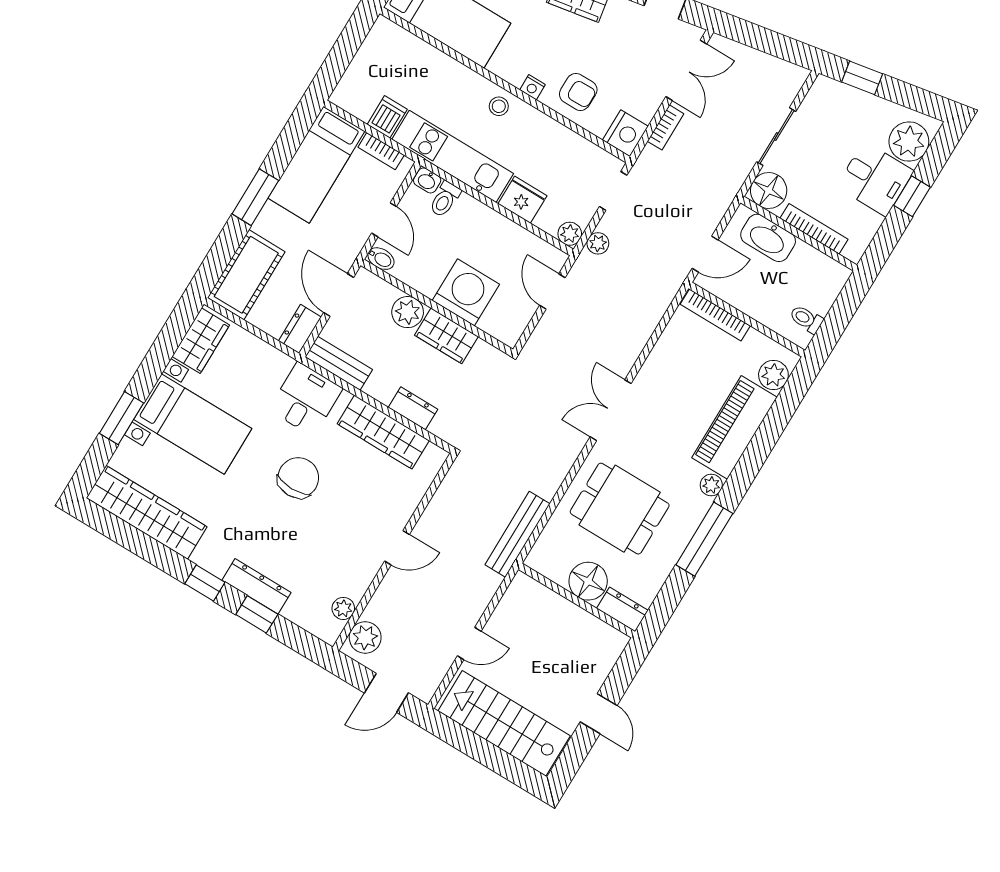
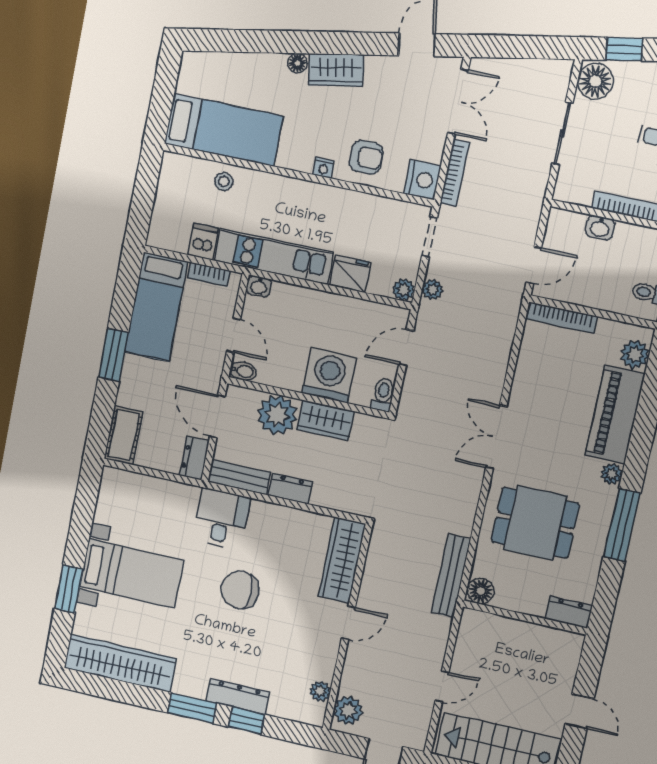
stool: (499, 106) -> (224, 182), moved
bookcase: (666, 127) -> (455, 173), width x1.56
floor lamp: (769, 190) -> (595, 81), moved
toilet: (445, 199) -> (383, 395), moved, turned 180
washbasin: (768, 238) -> (600, 228), width x0.52, depth x0.69
cot: (246, 275) -> (124, 435), width x0.73, depth x0.75
door: (552, 291) -> (406, 348), hinge flipped
plant: (408, 312) -> (277, 415), width x1.36, depth x1.36
wardrobe: (201, 341) -> (112, 498), removed
dresser: (413, 408) -> (290, 489), moved
wardrobe: (383, 432) -> (342, 560), moved, turned 90
chair: (298, 478) -> (240, 590), turned -90
floor lamp: (588, 581) -> (481, 591), moved, width x0.73, depth x0.73
window: (205, 583) -> (192, 708), width x1.50

